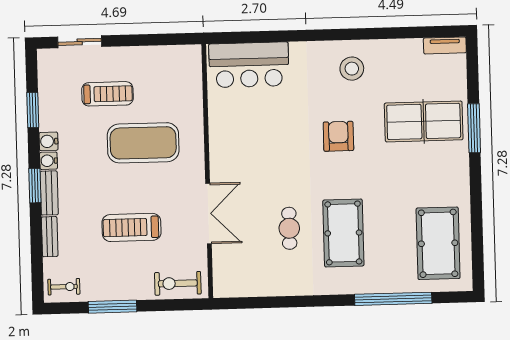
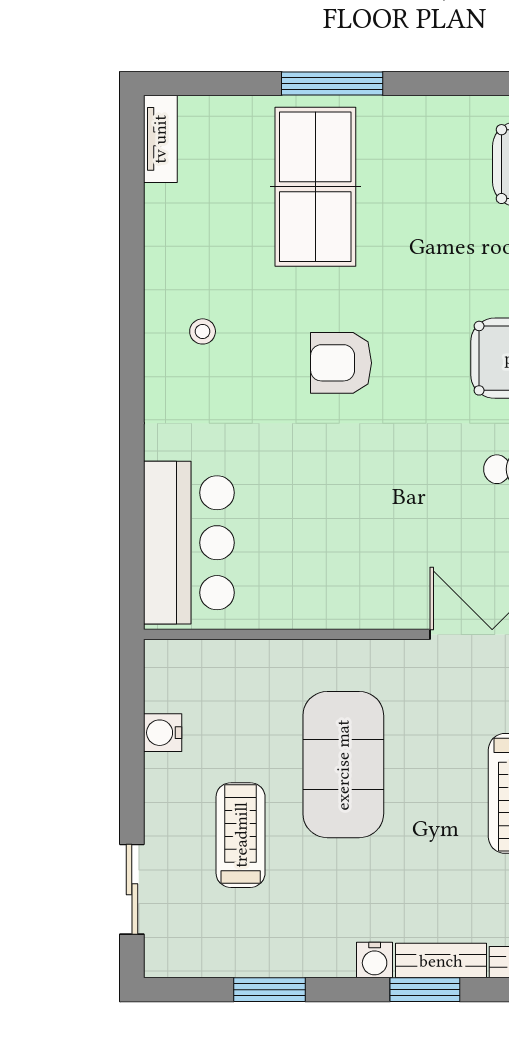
stool: (352, 69) -> (203, 331), width x0.53, depth x0.53
water cooler: (49, 141) -> (163, 733), moved, turned 90

